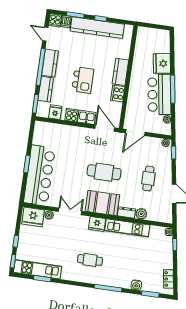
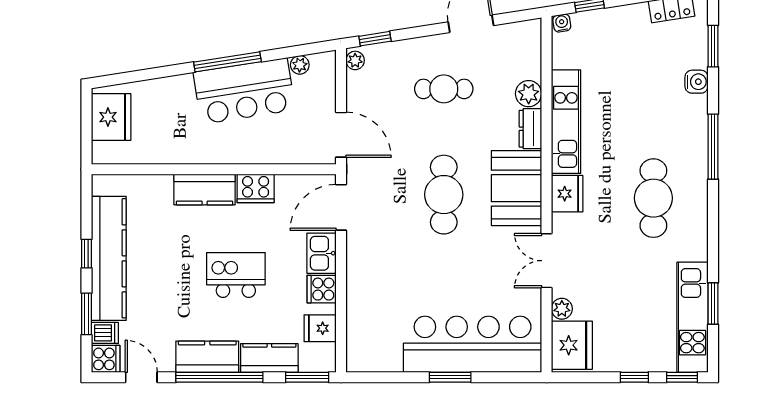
door: (45, 34) -> (141, 377), swing flipped
fridge: (162, 63) -> (111, 117), moved, turned -81
cafe table: (90, 260) -> (653, 198), width x1.37, depth x1.35

